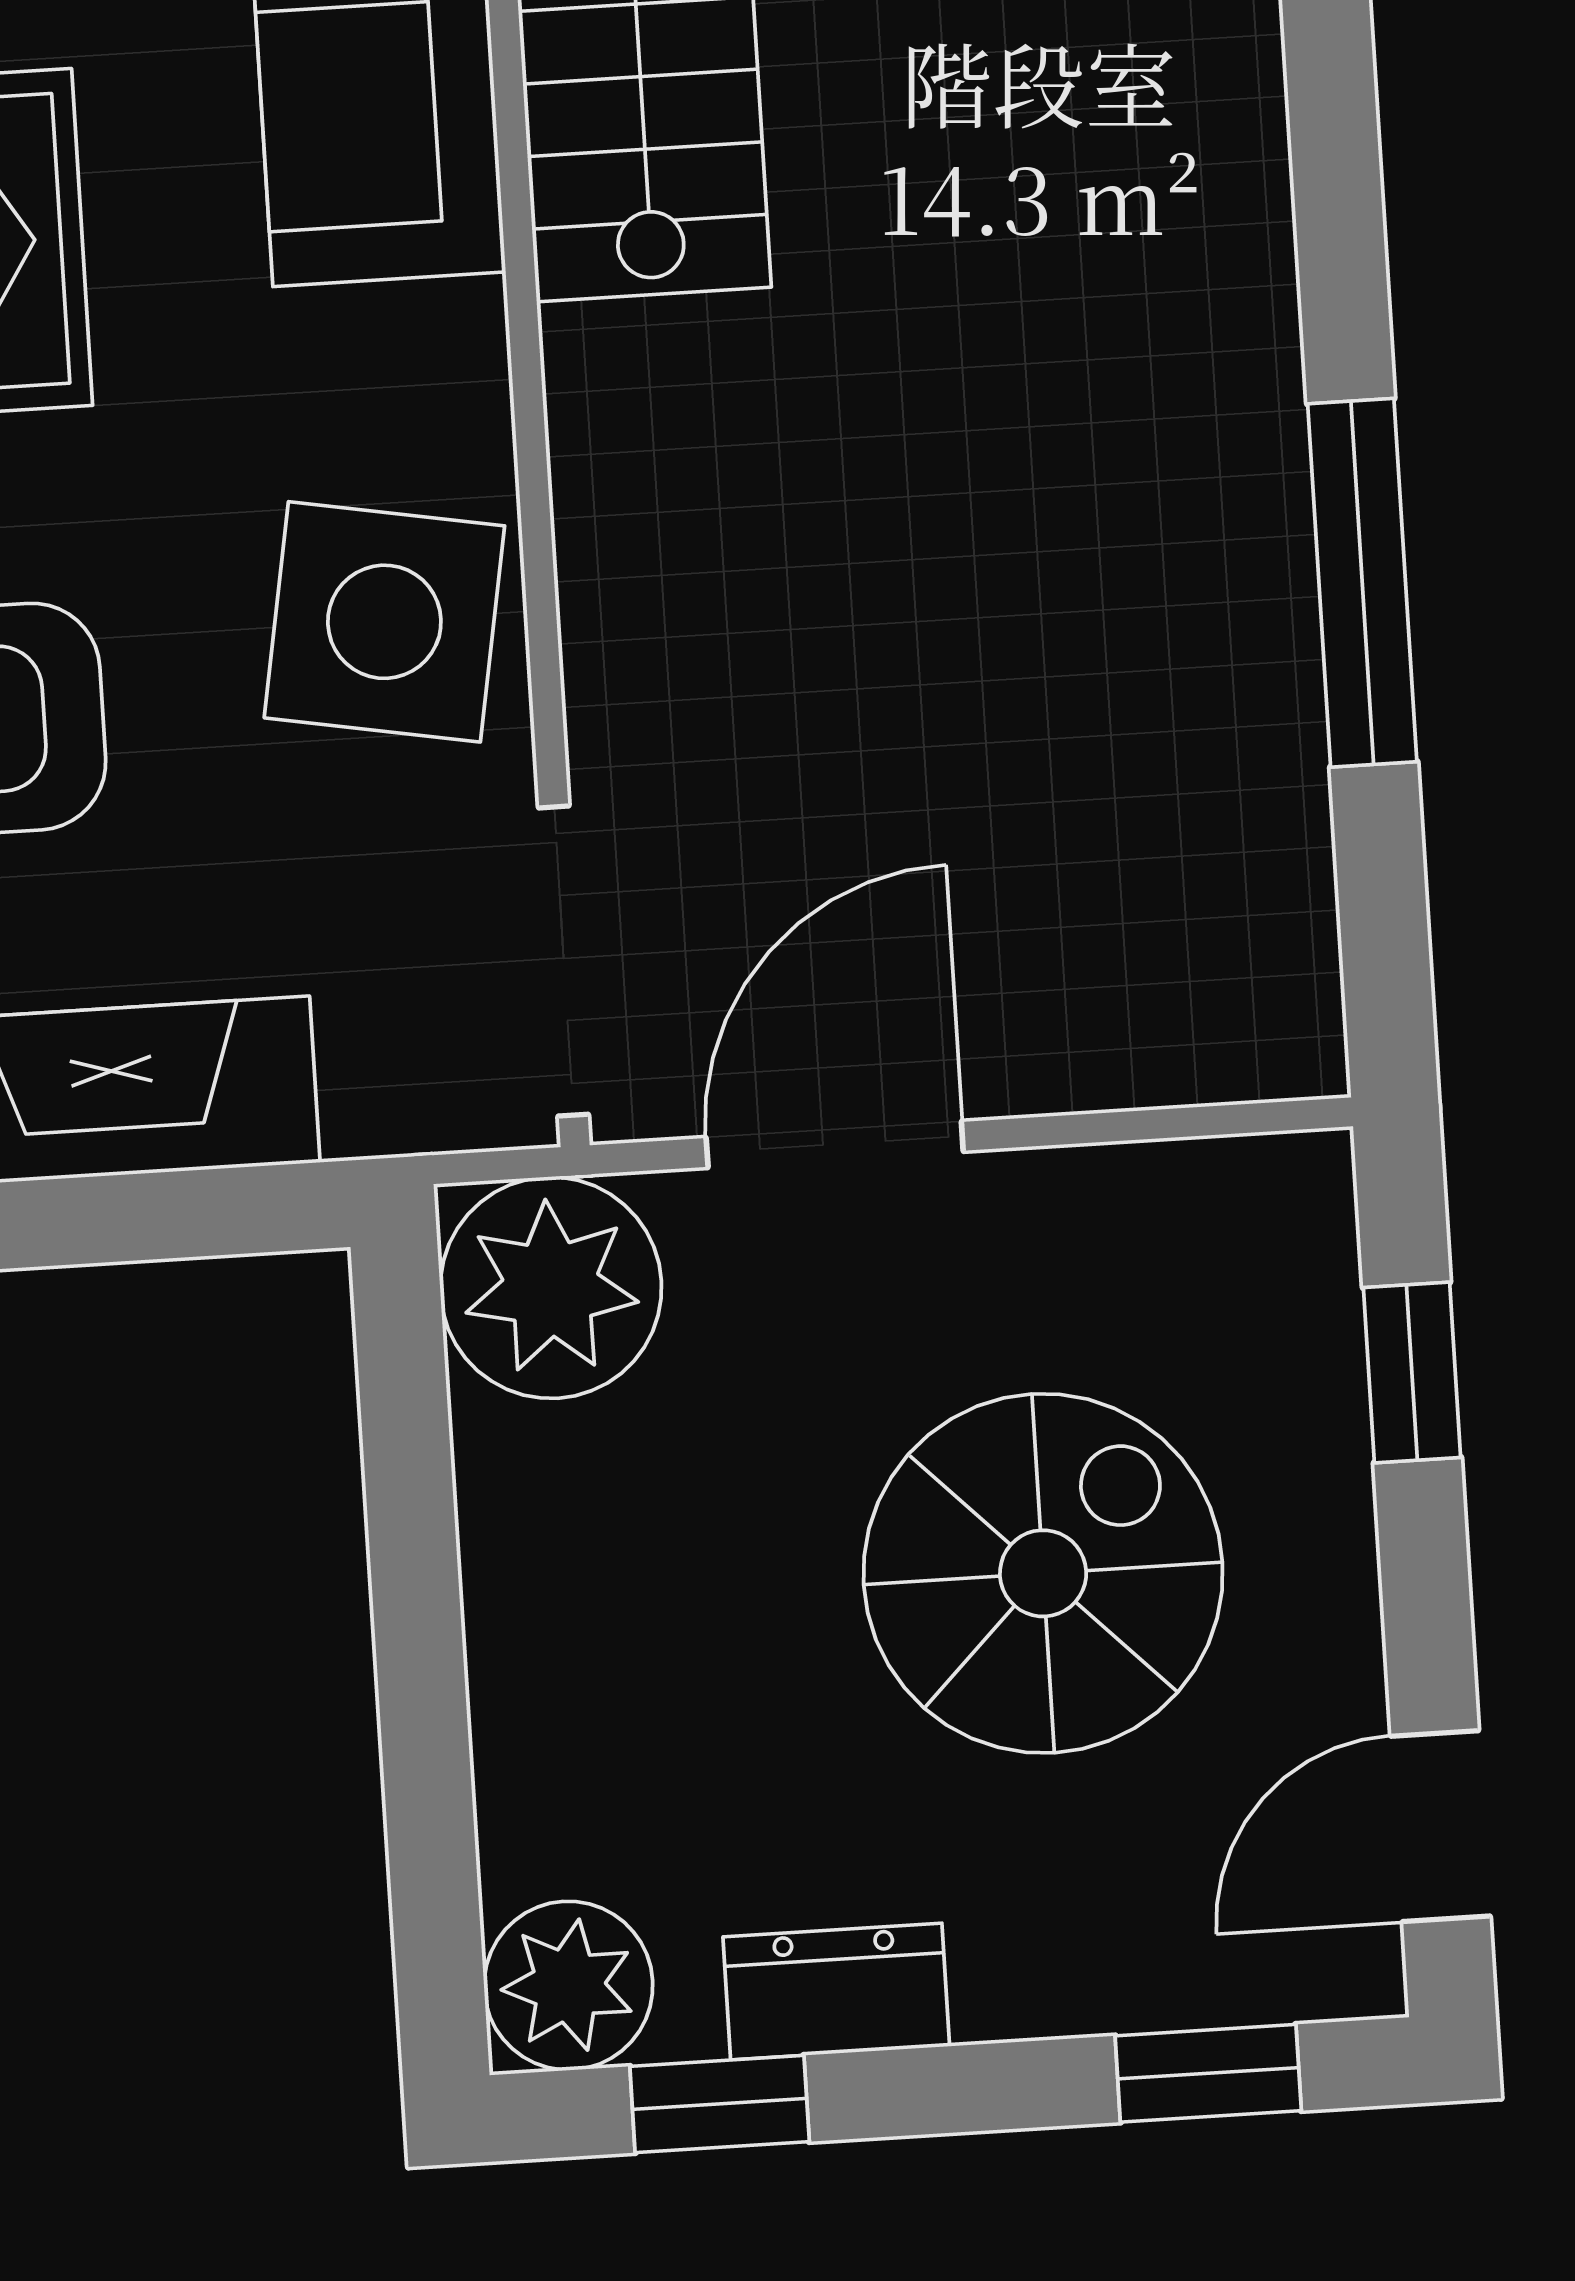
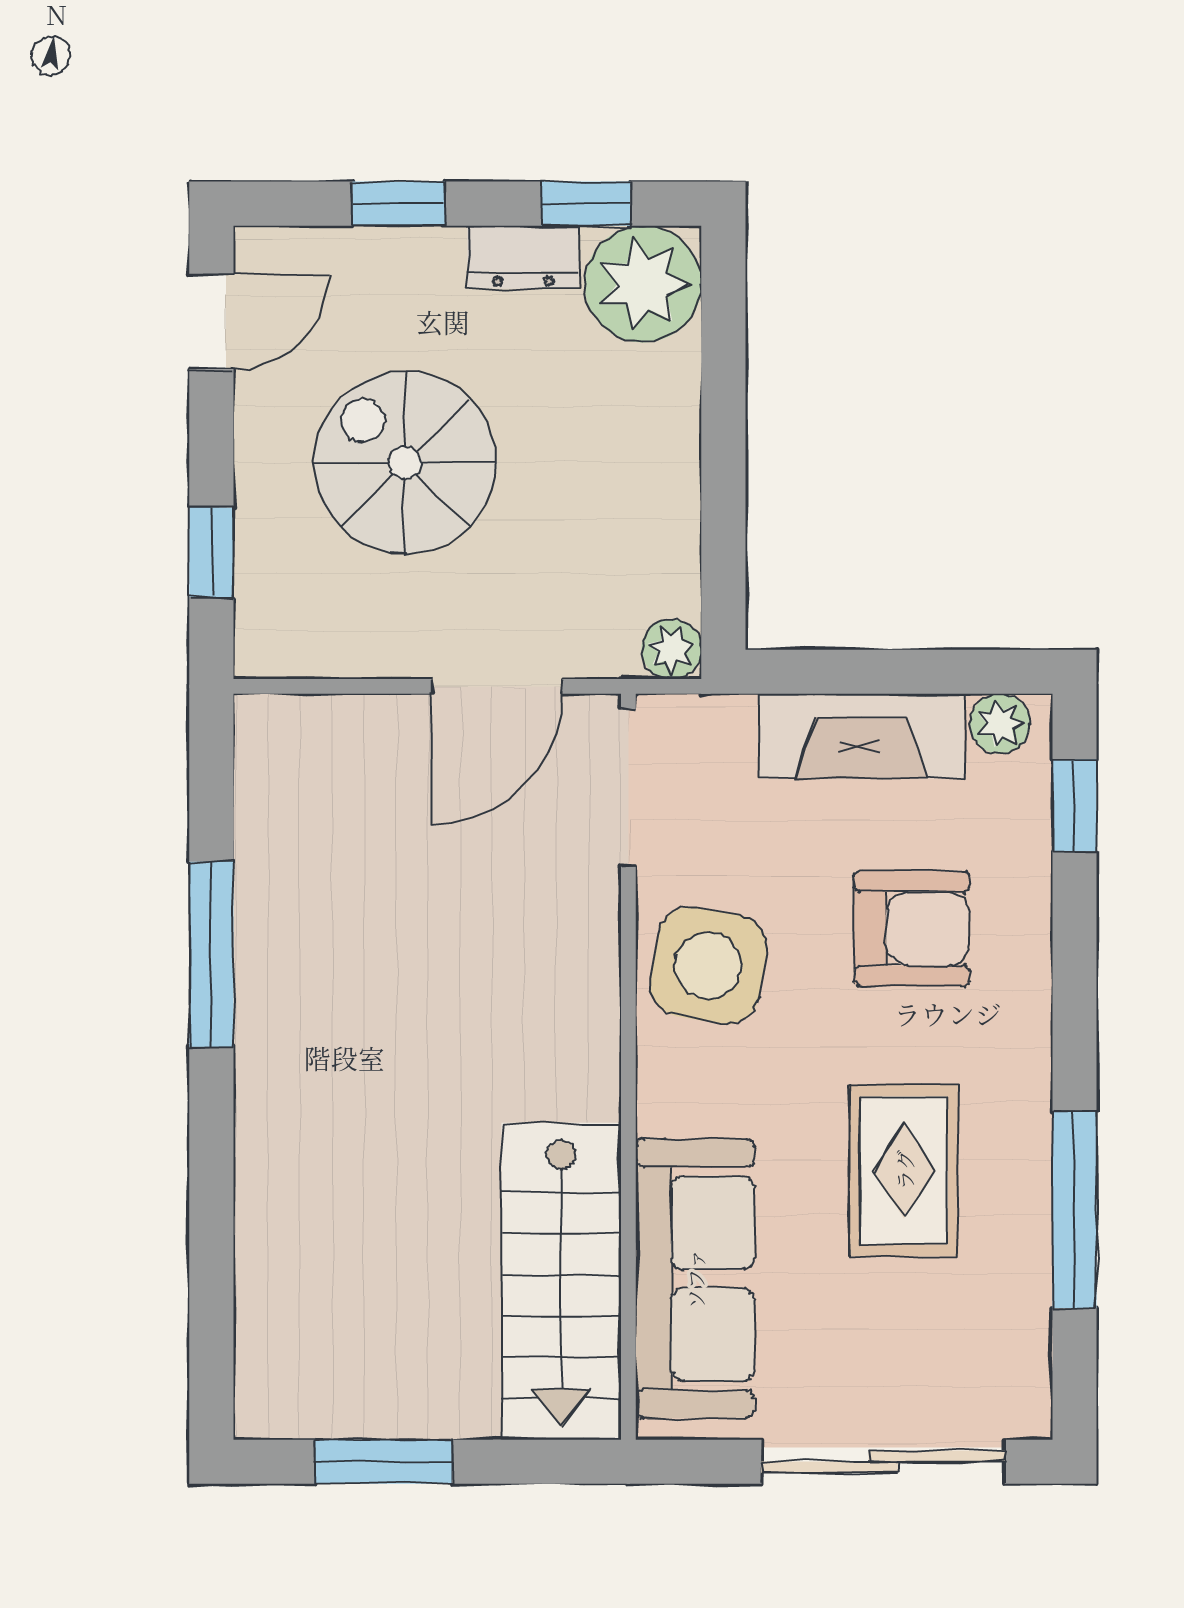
plant: (551, 1288) -> (671, 649), width x0.53, depth x0.53
spiral stairs: (1043, 1573) -> (405, 462), turned 90
plant: (568, 1986) -> (643, 284), width x1.36, depth x1.36
window: (1208, 2073) -> (399, 204), moved

